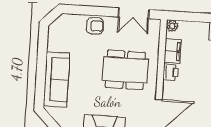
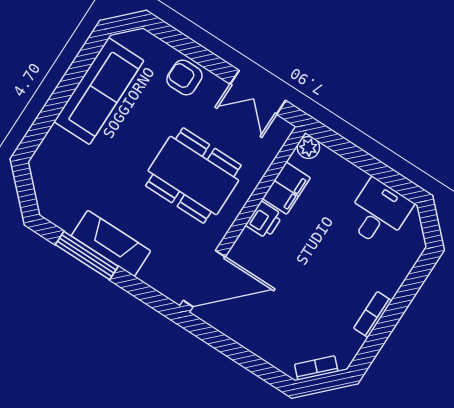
armchair: (95, 26) -> (184, 77), turned 180
sofa: (56, 80) -> (99, 91), moved

